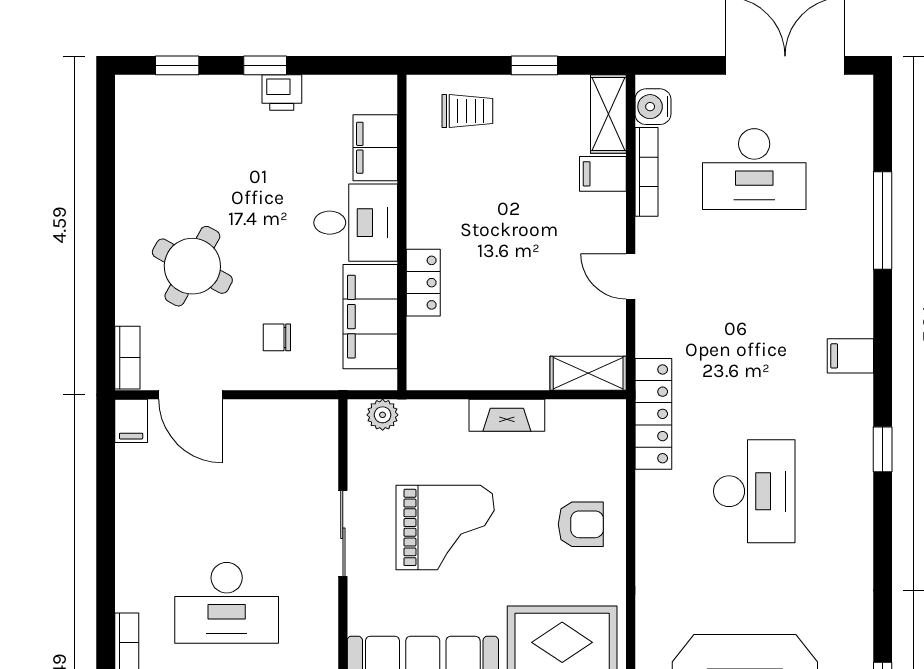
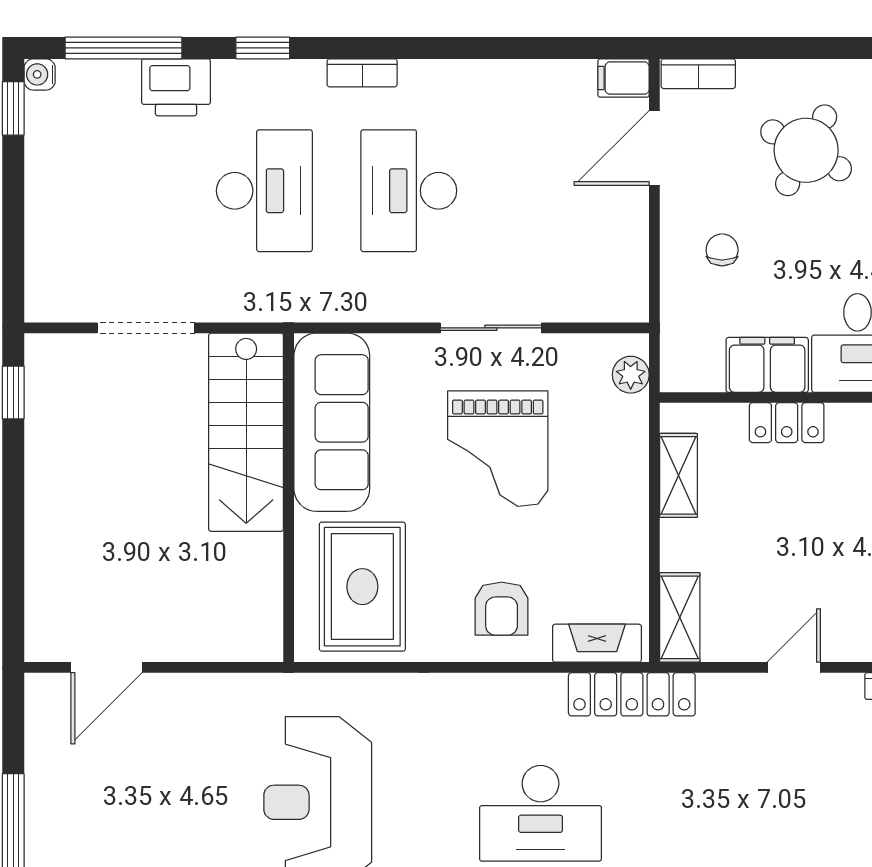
filing cabinet: (370, 317) -> (767, 365), width x0.67, depth x0.86
shelving: (468, 374) -> (679, 475), added
fireplace: (507, 415) -> (597, 643), moved, turned 90

